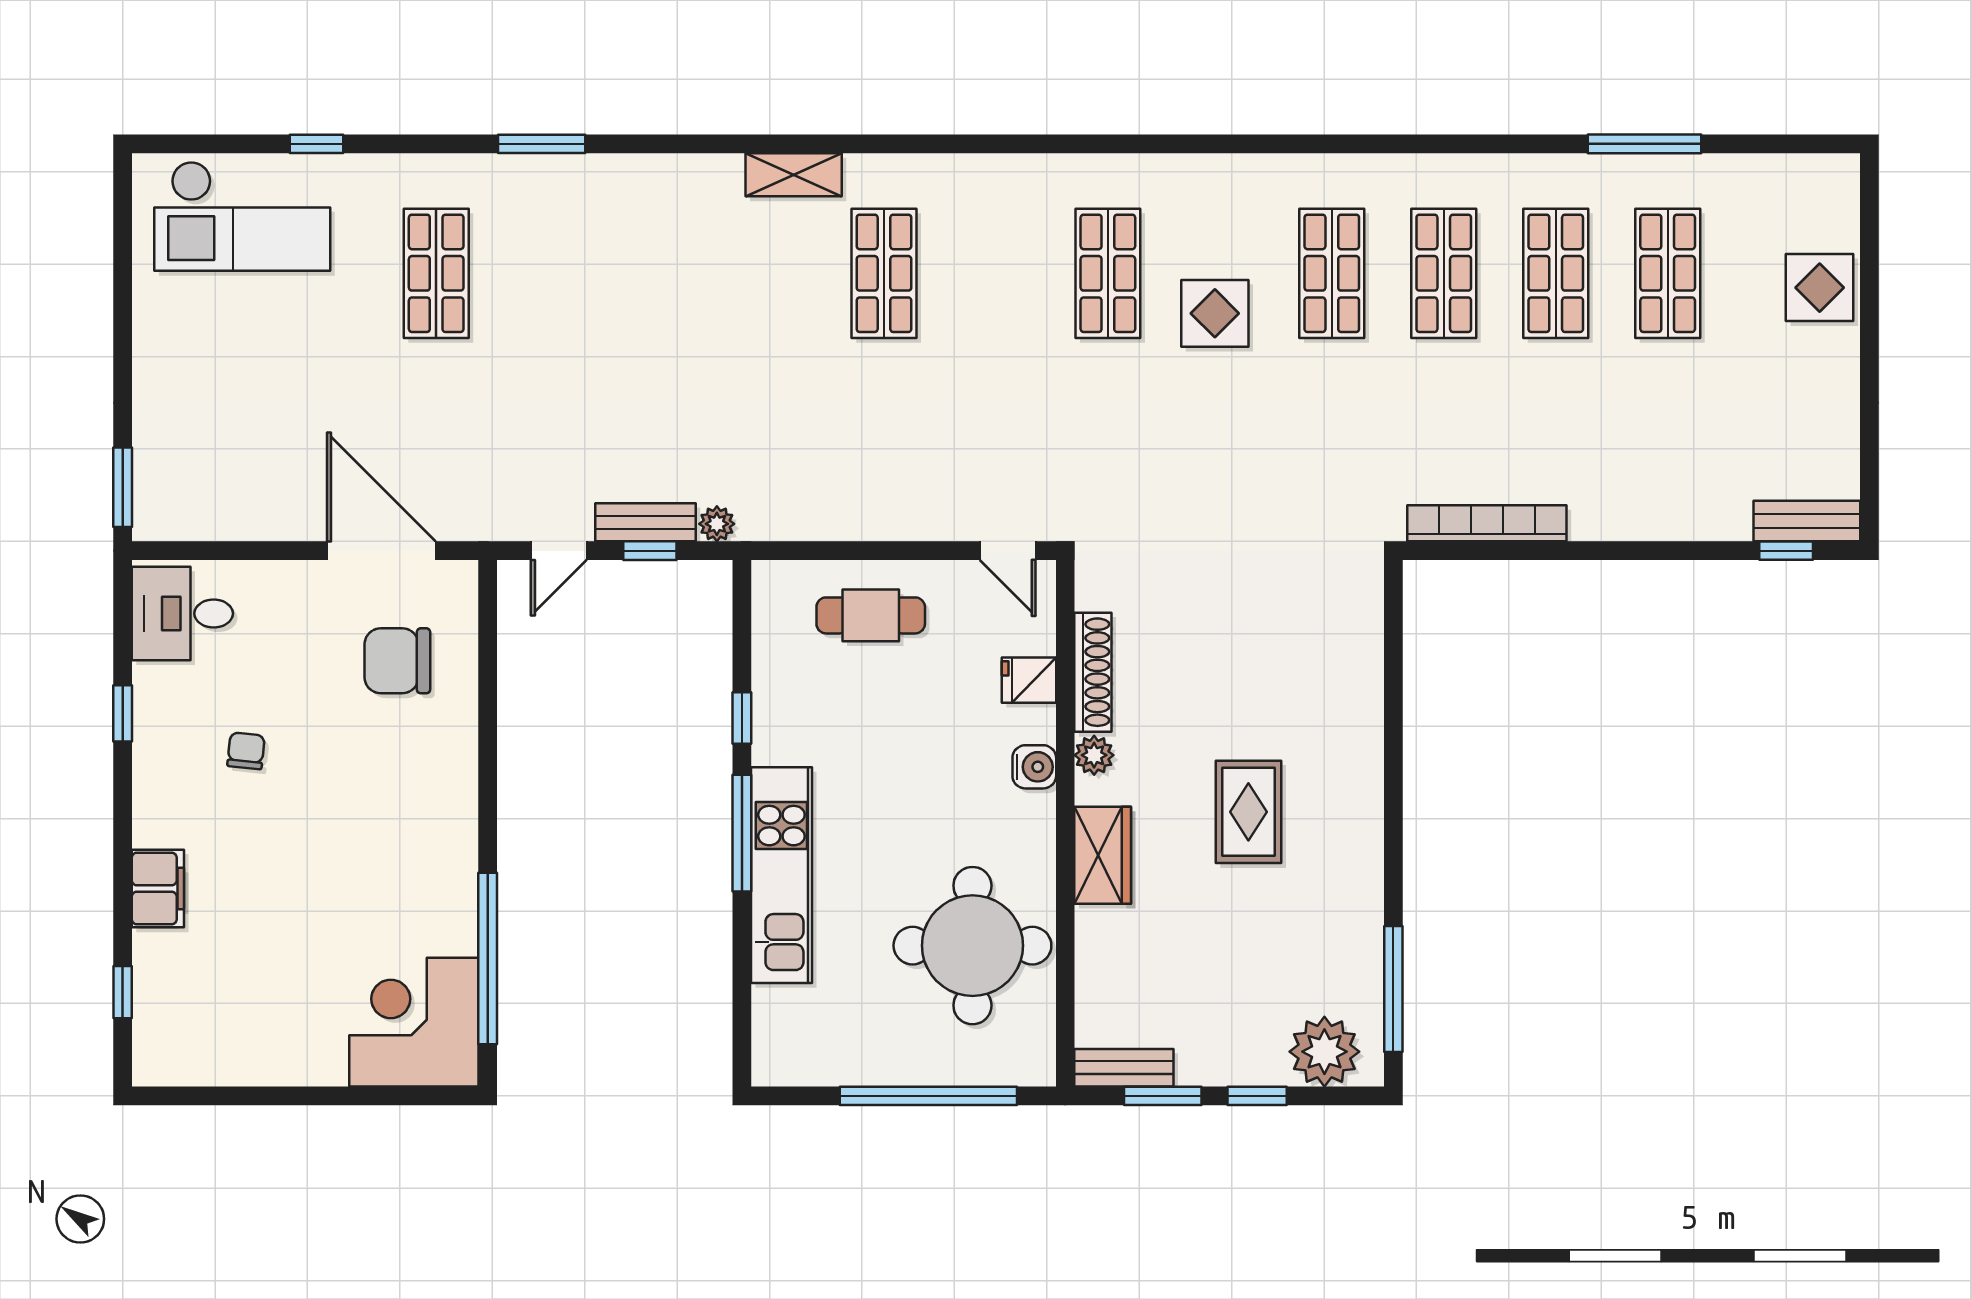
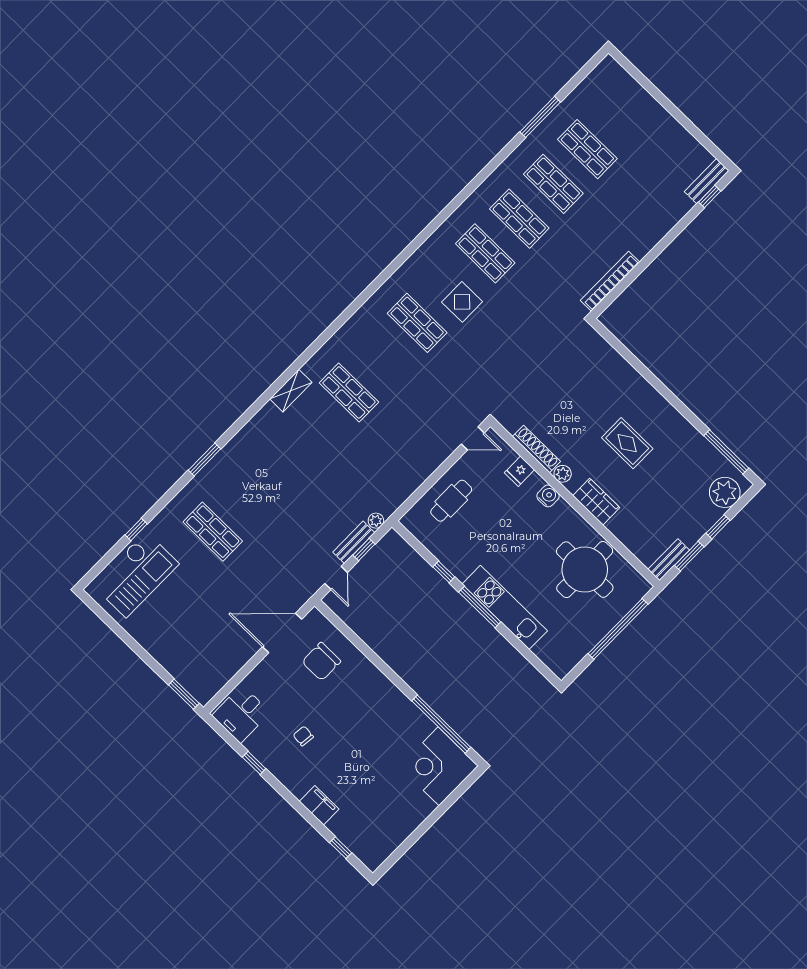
display table: (1820, 288) -> (638, 106), removed

